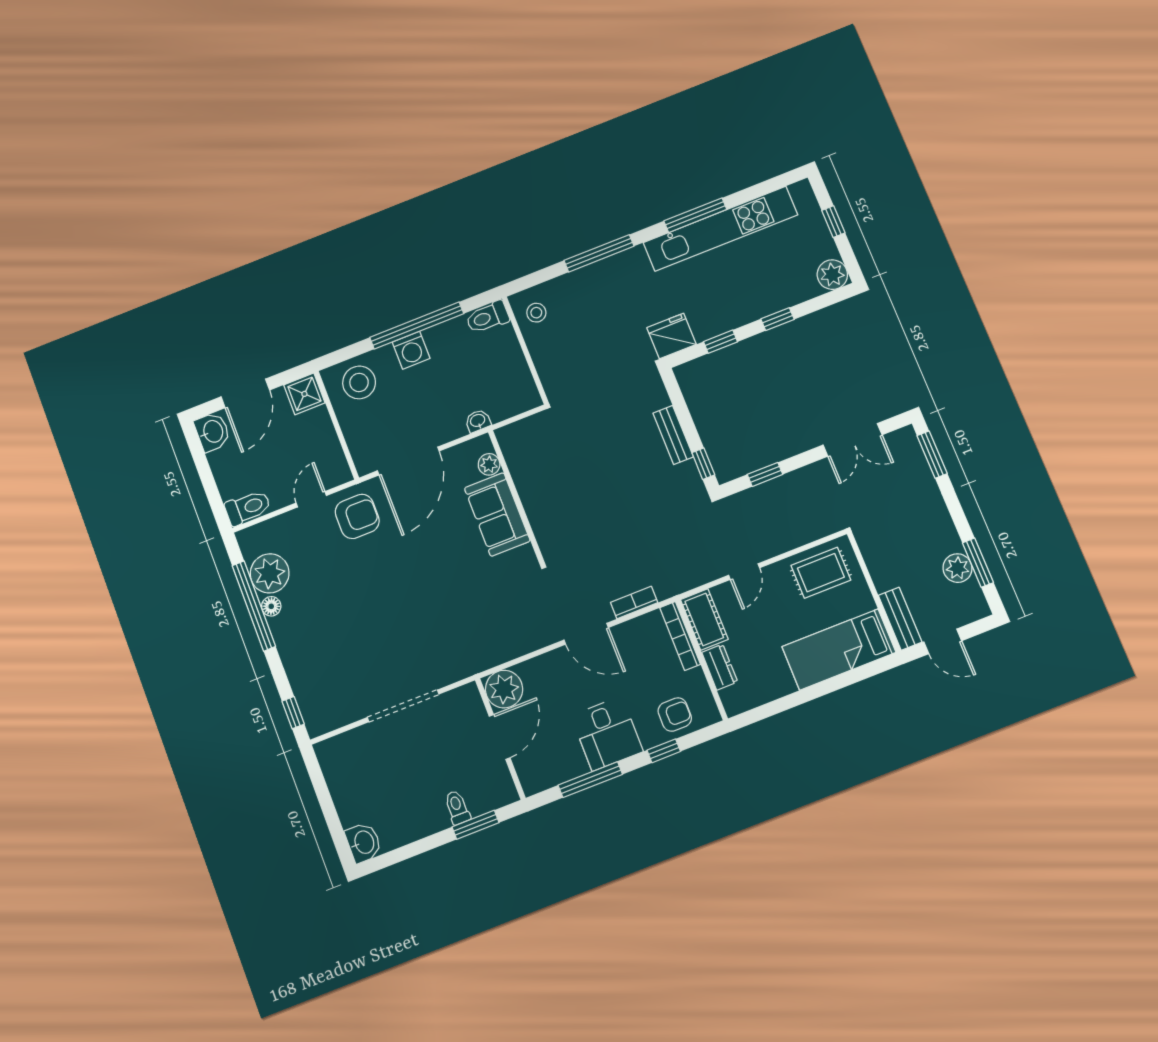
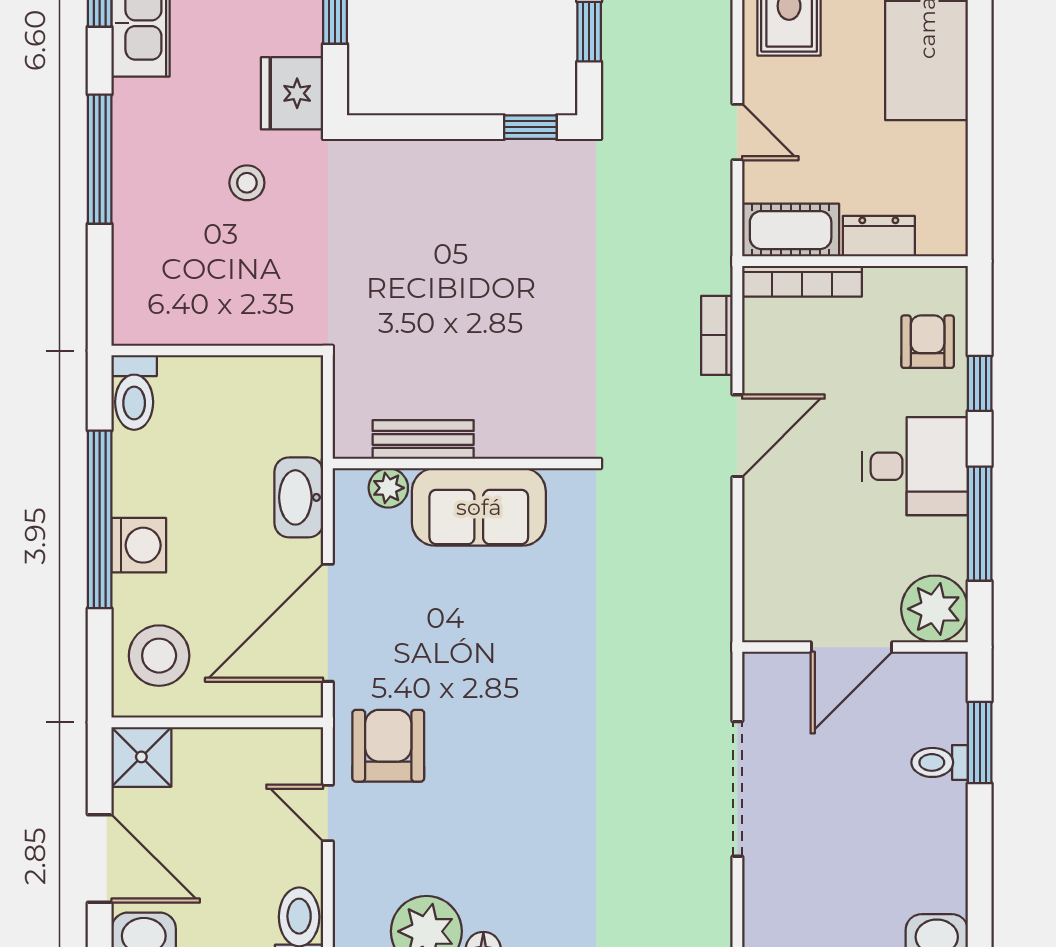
stool: (536, 313) -> (247, 183), moved
washbasin: (478, 421) -> (299, 497), width x1.91, depth x1.45
bench: (673, 435) -> (423, 439), moved
door: (408, 461) -> (328, 623), swing flipped
plant: (504, 689) -> (935, 609), moved
door: (500, 737) -> (851, 647), swing flipped

